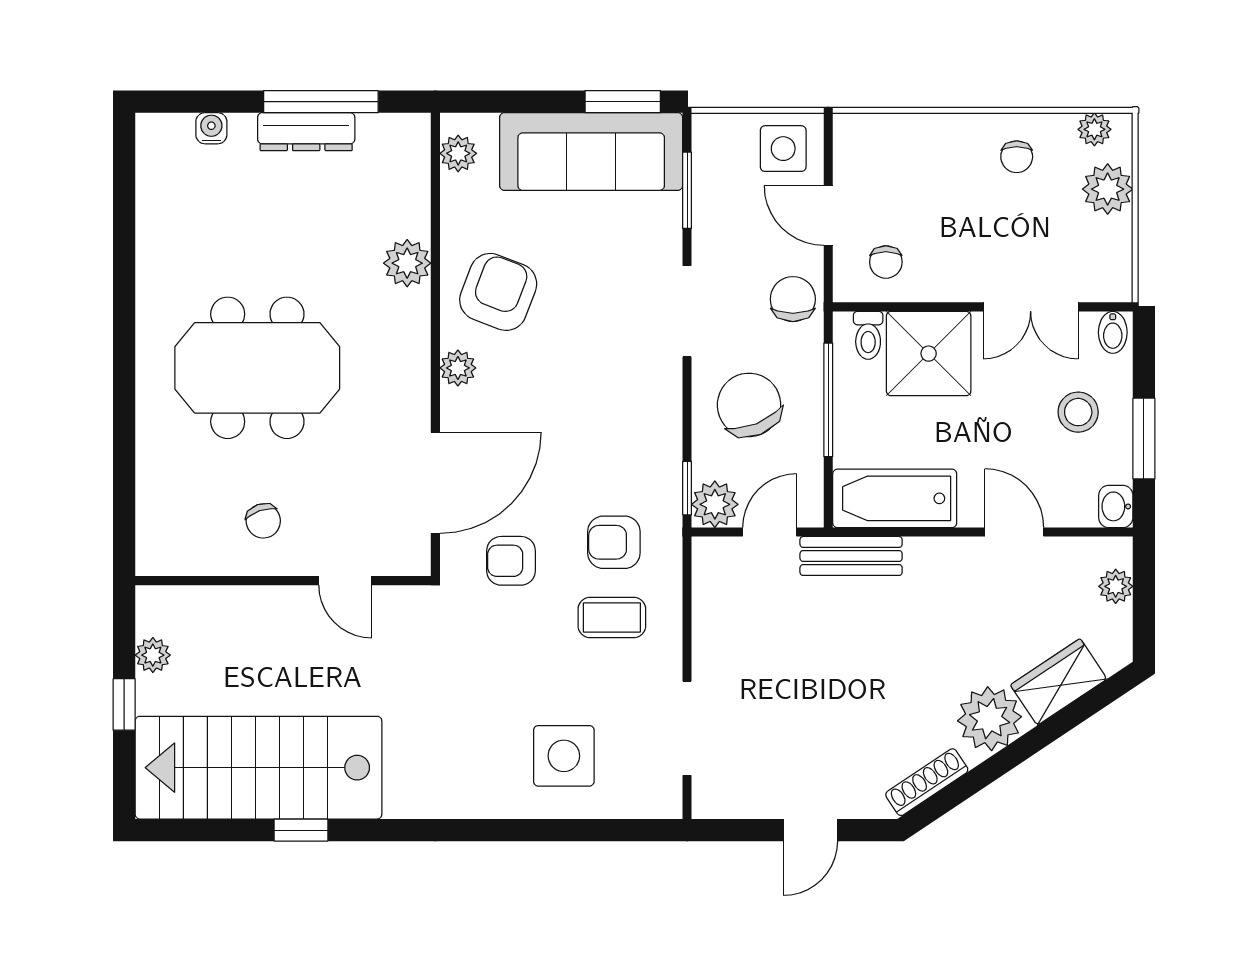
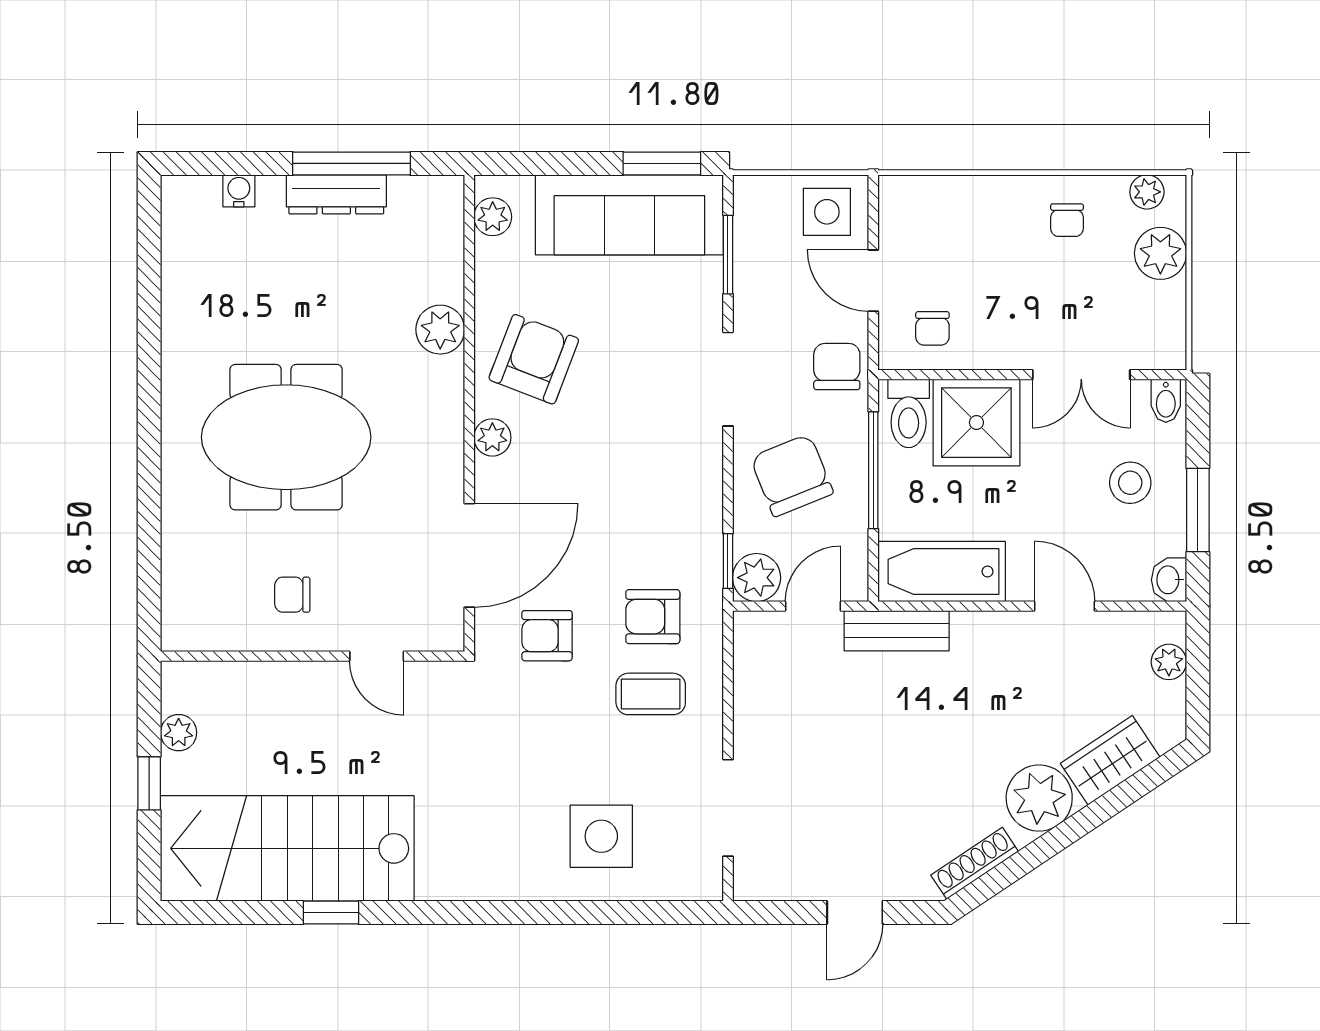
toilet: (868, 335) -> (909, 413), width x1.37, depth x1.39
chair: (263, 521) -> (292, 595), turned 109

